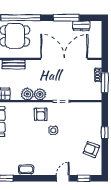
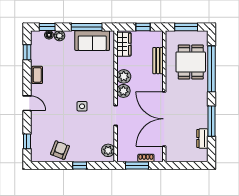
double door: (64, 59) -> (164, 119), swing flipped
plant: (92, 108) -> (108, 150), added
armchair: (41, 114) -> (100, 92), removed
door: (63, 178) -> (27, 103), moved

